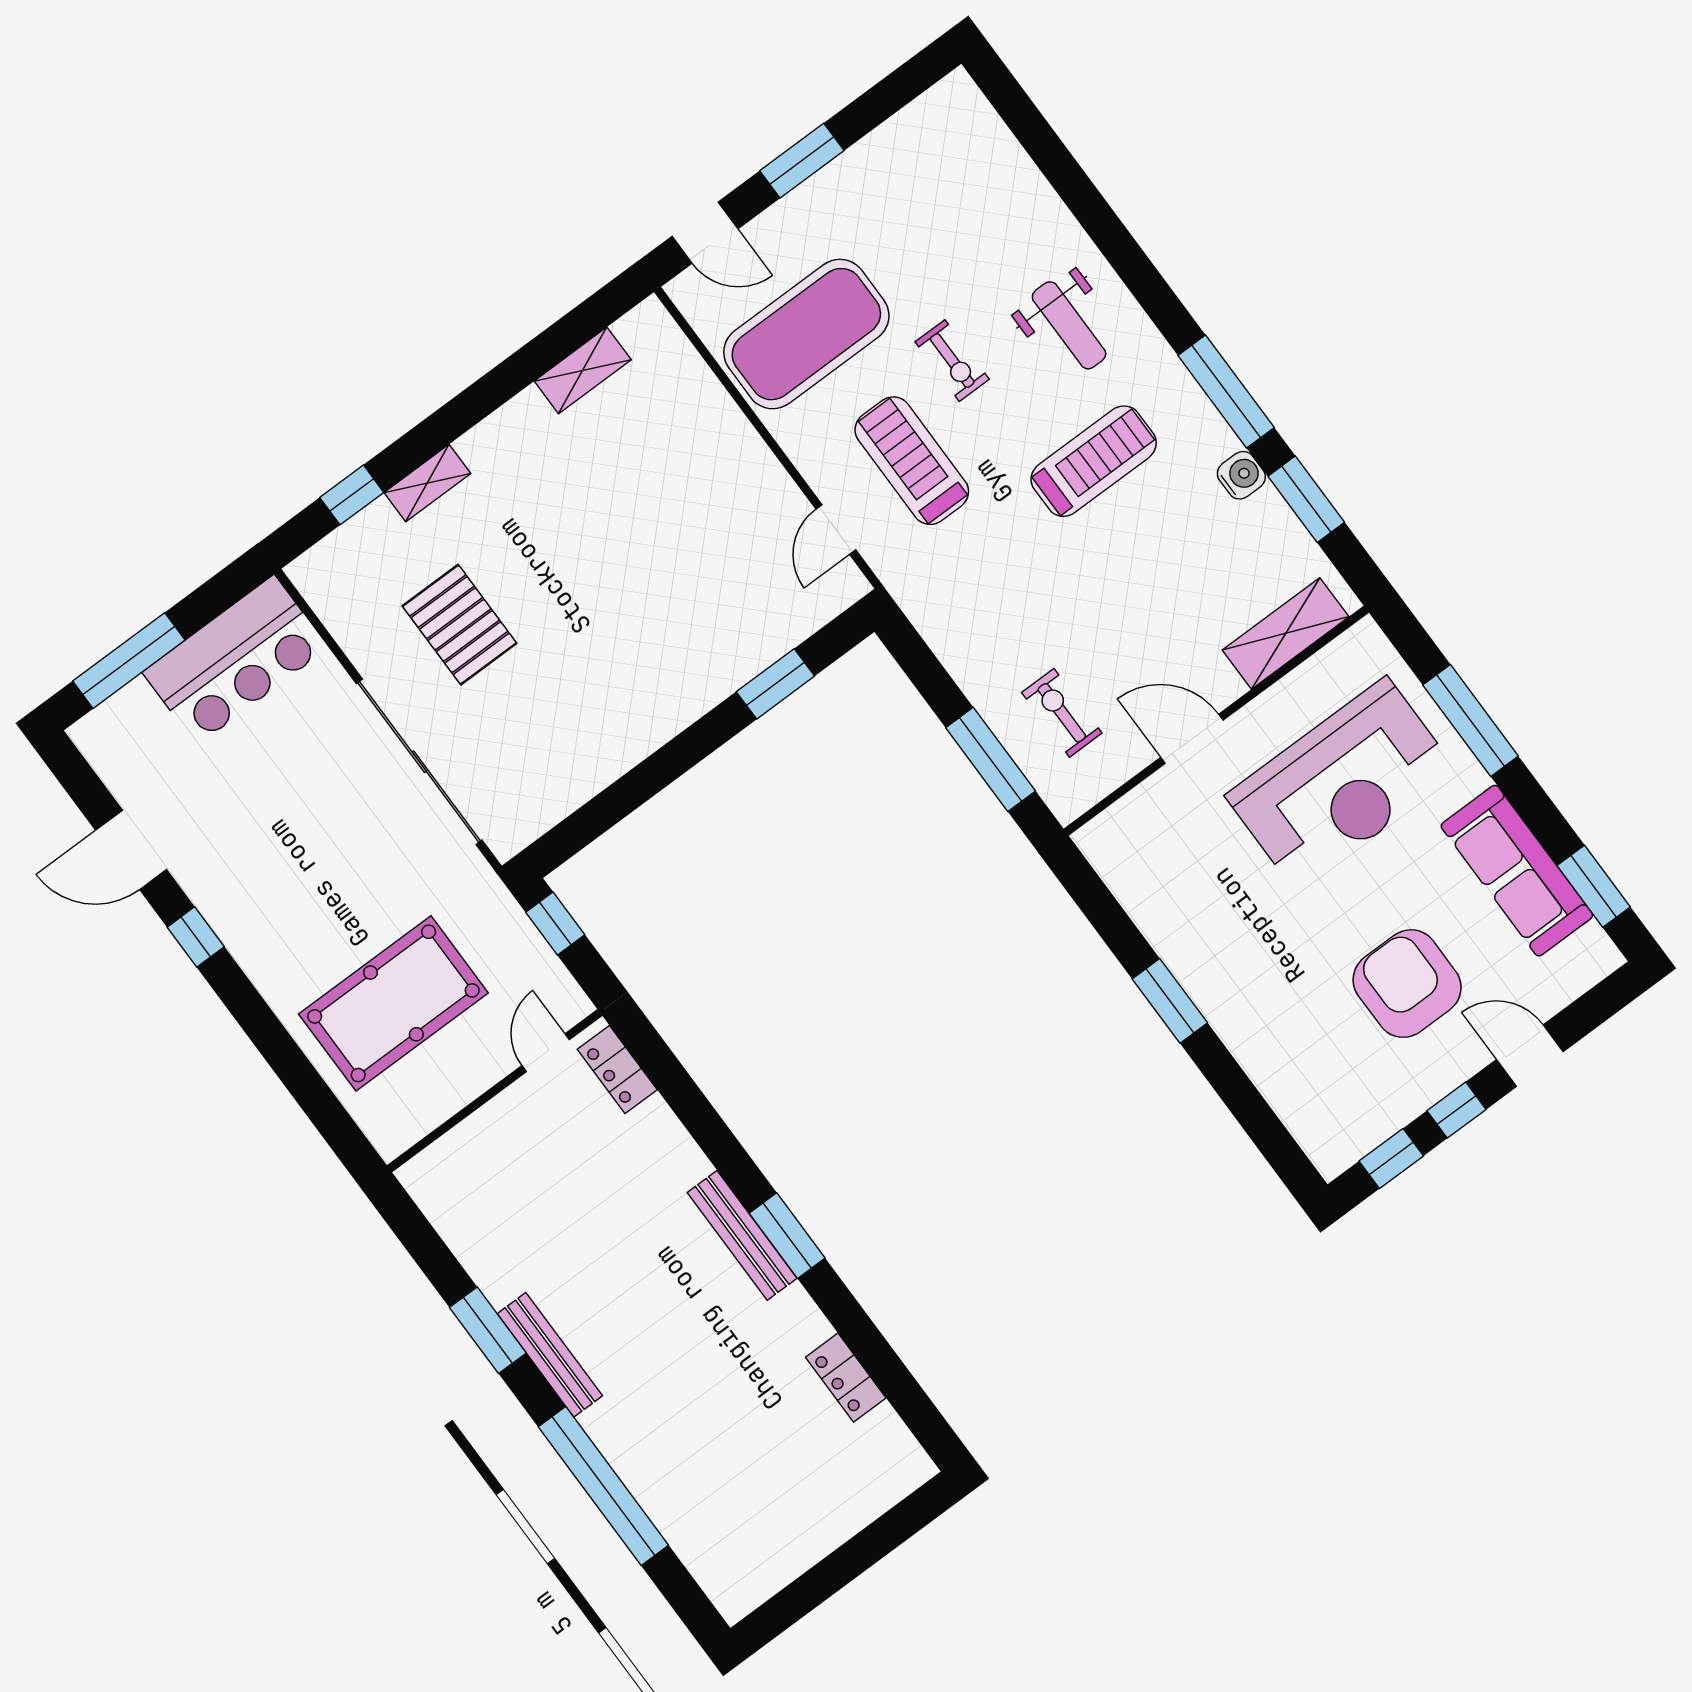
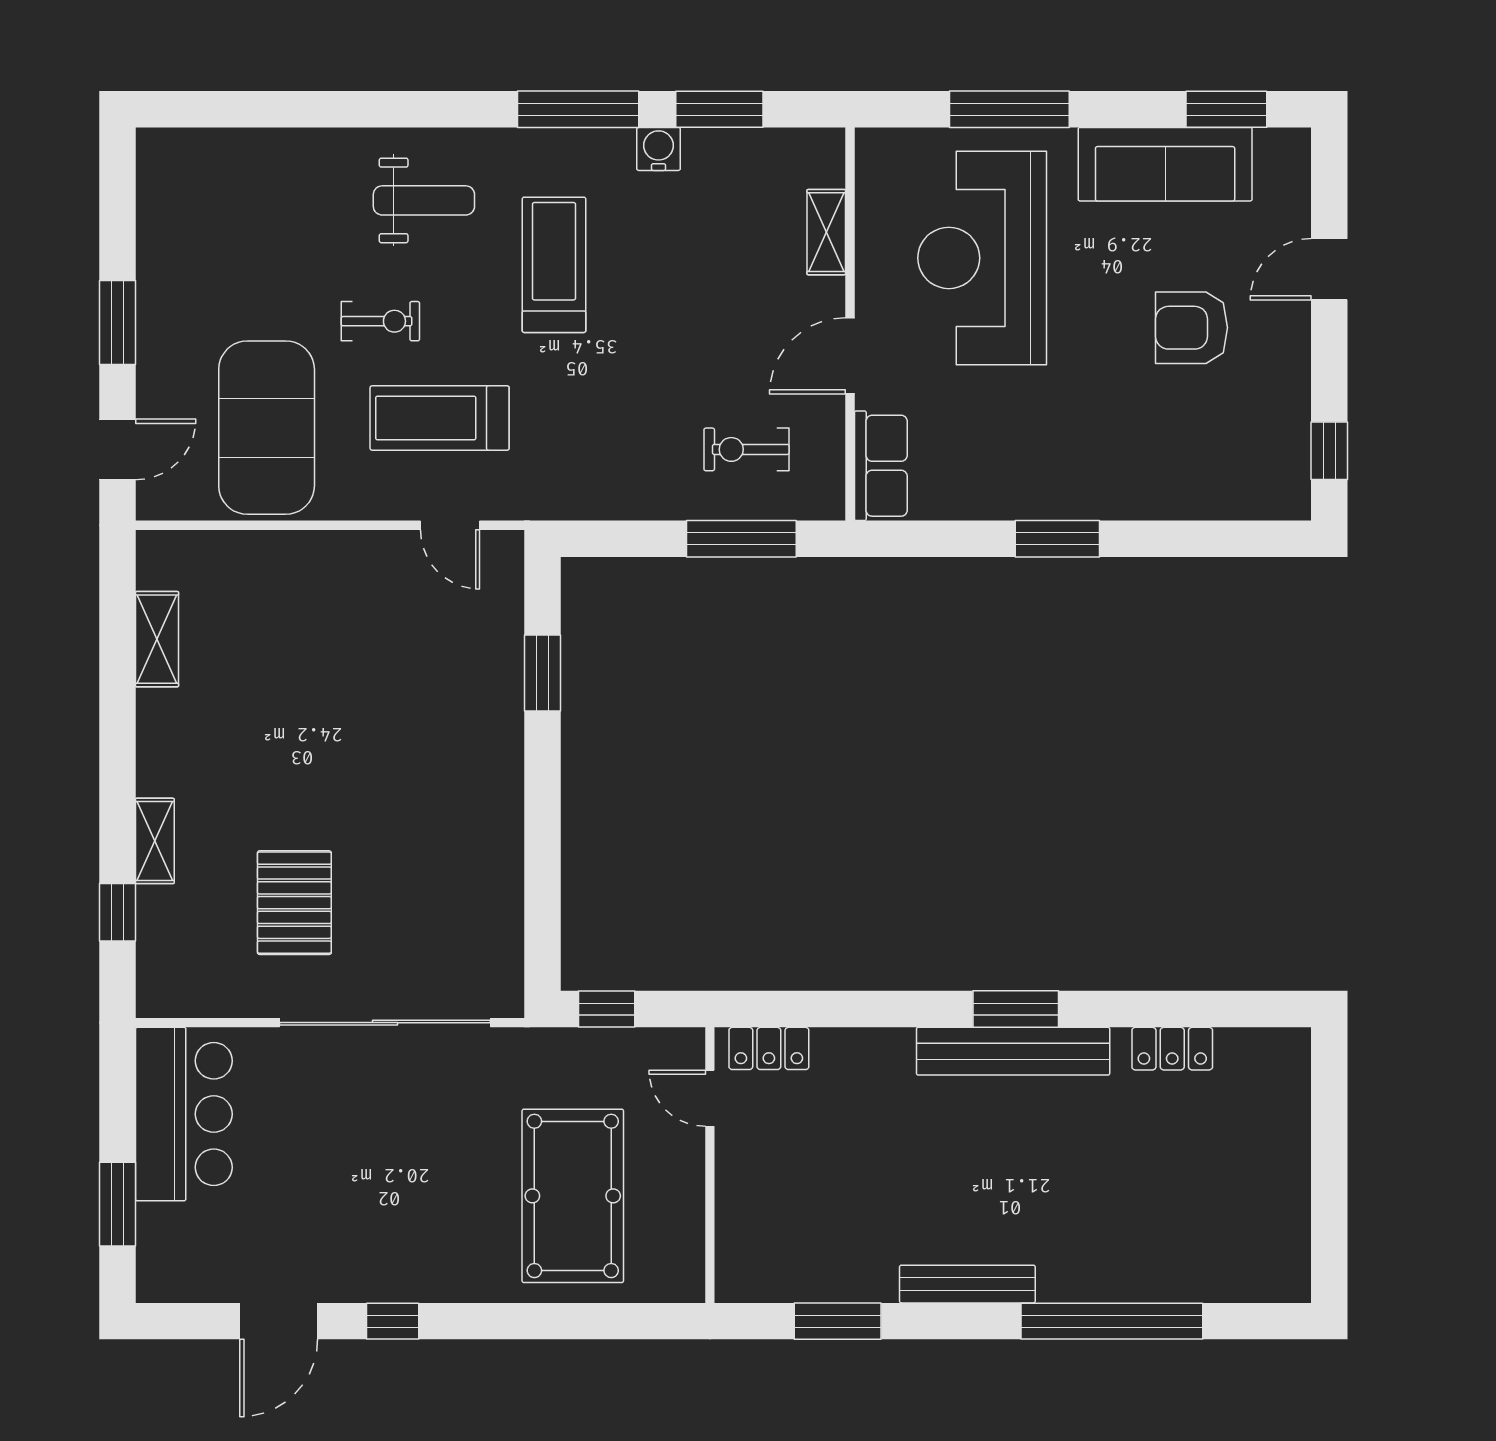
pallet: (459, 625) -> (294, 903), turned 90
shelving: (1286, 633) -> (826, 232), width x0.67, depth x0.75
window: (129, 661) -> (117, 1204), width x0.69
reception desk: (1342, 784) -> (982, 258), turned 180
row of seats: (1126, 825) -> (881, 466), added
armchair: (1407, 984) -> (1192, 328), width x0.73, depth x0.73
window: (1456, 1110) -> (1329, 365), removed
bench: (742, 1235) -> (1013, 1051), width x1.37, depth x1.21
window: (488, 1330) -> (838, 1321), moved

